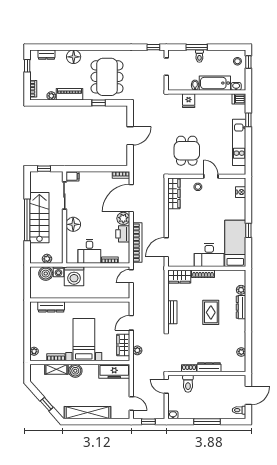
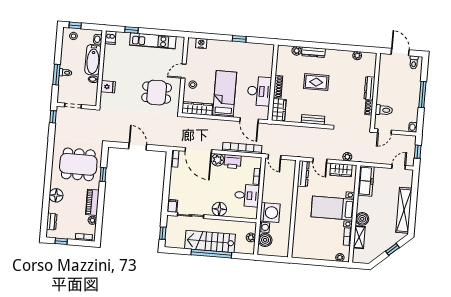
bed: (235, 243) -> (225, 94), moved, turned 90
desk: (209, 255) -> (259, 91), moved
dresser: (51, 307) -> (303, 174), moved

